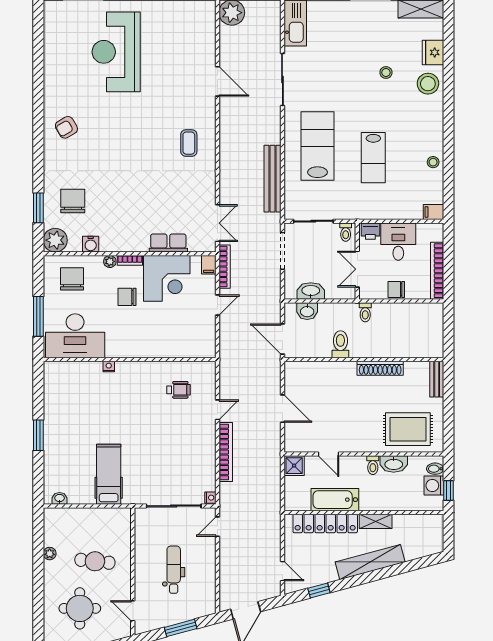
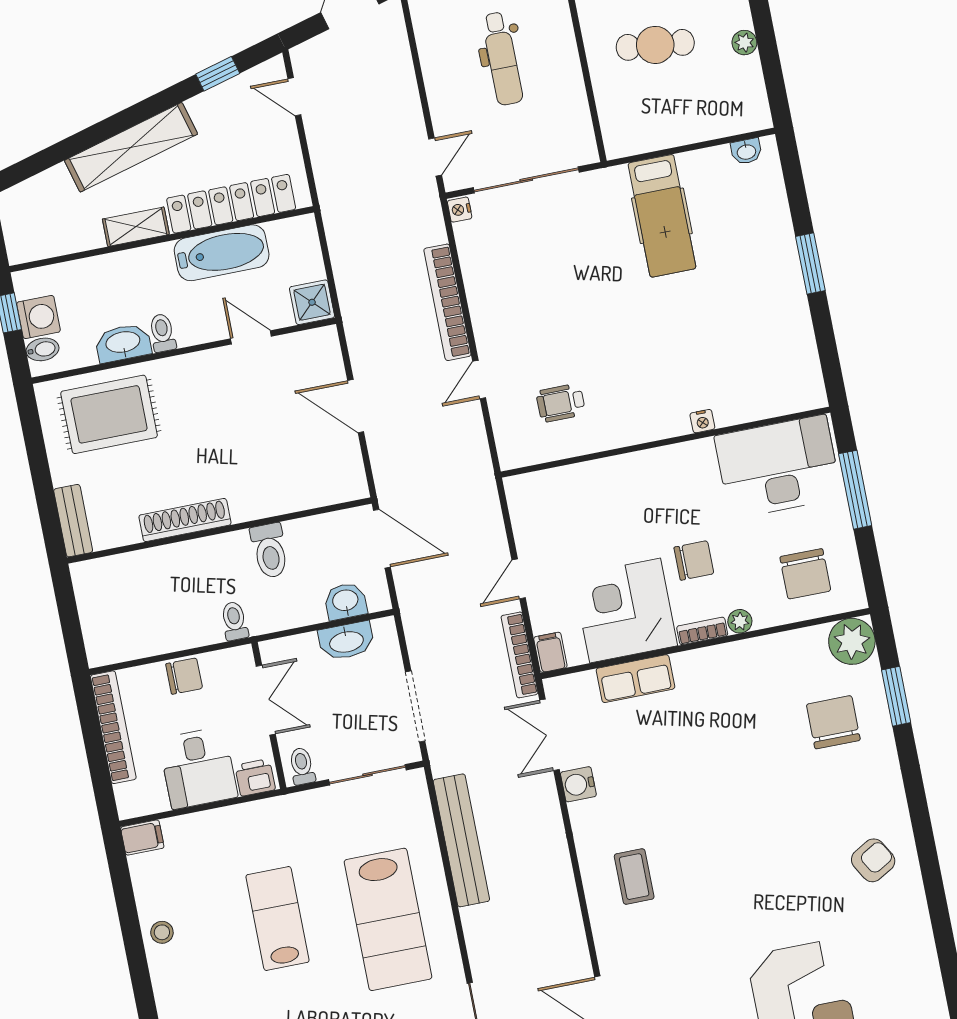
chair: (73, 201) -> (833, 722), turned 180
water cooler: (91, 244) -> (578, 784), moved, turned -90

